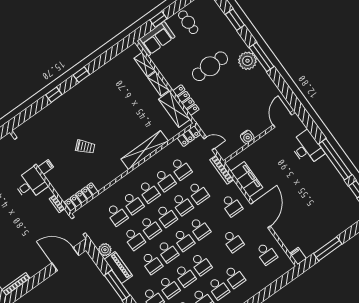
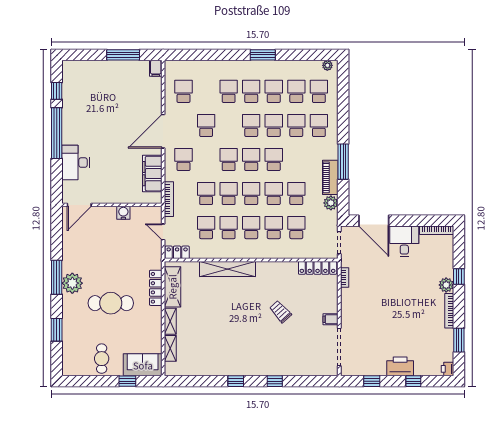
desk: (31, 184) -> (404, 241), moved, turned 90
school desk: (152, 263) -> (296, 159), removed

